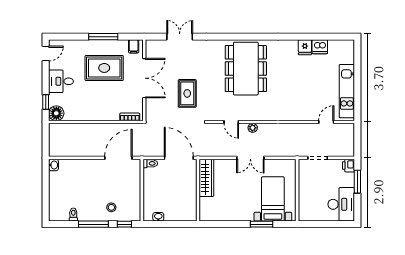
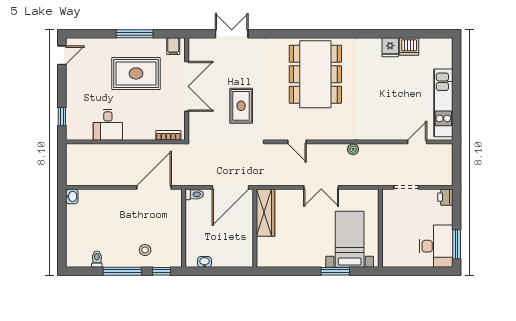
desk: (61, 81) -> (108, 125), moved, turned -90
floor lamp: (56, 113) -> (75, 131), removed
plant: (253, 128) -> (353, 149), moved
door: (179, 158) -> (230, 187), swing flipped
window: (357, 182) -> (457, 244), moved

